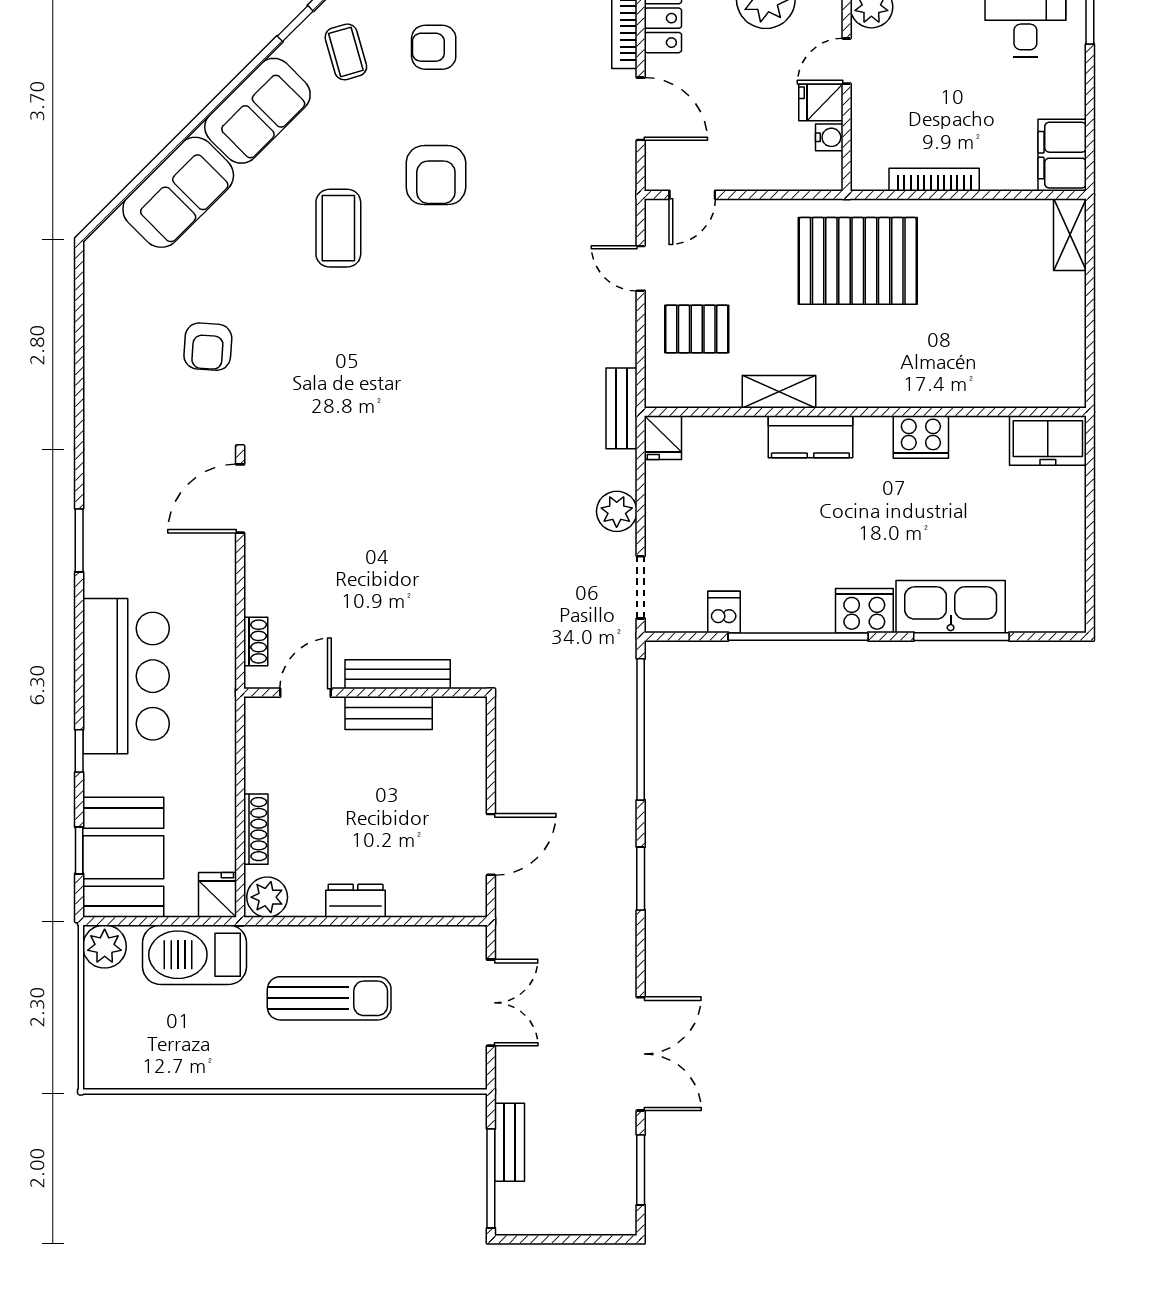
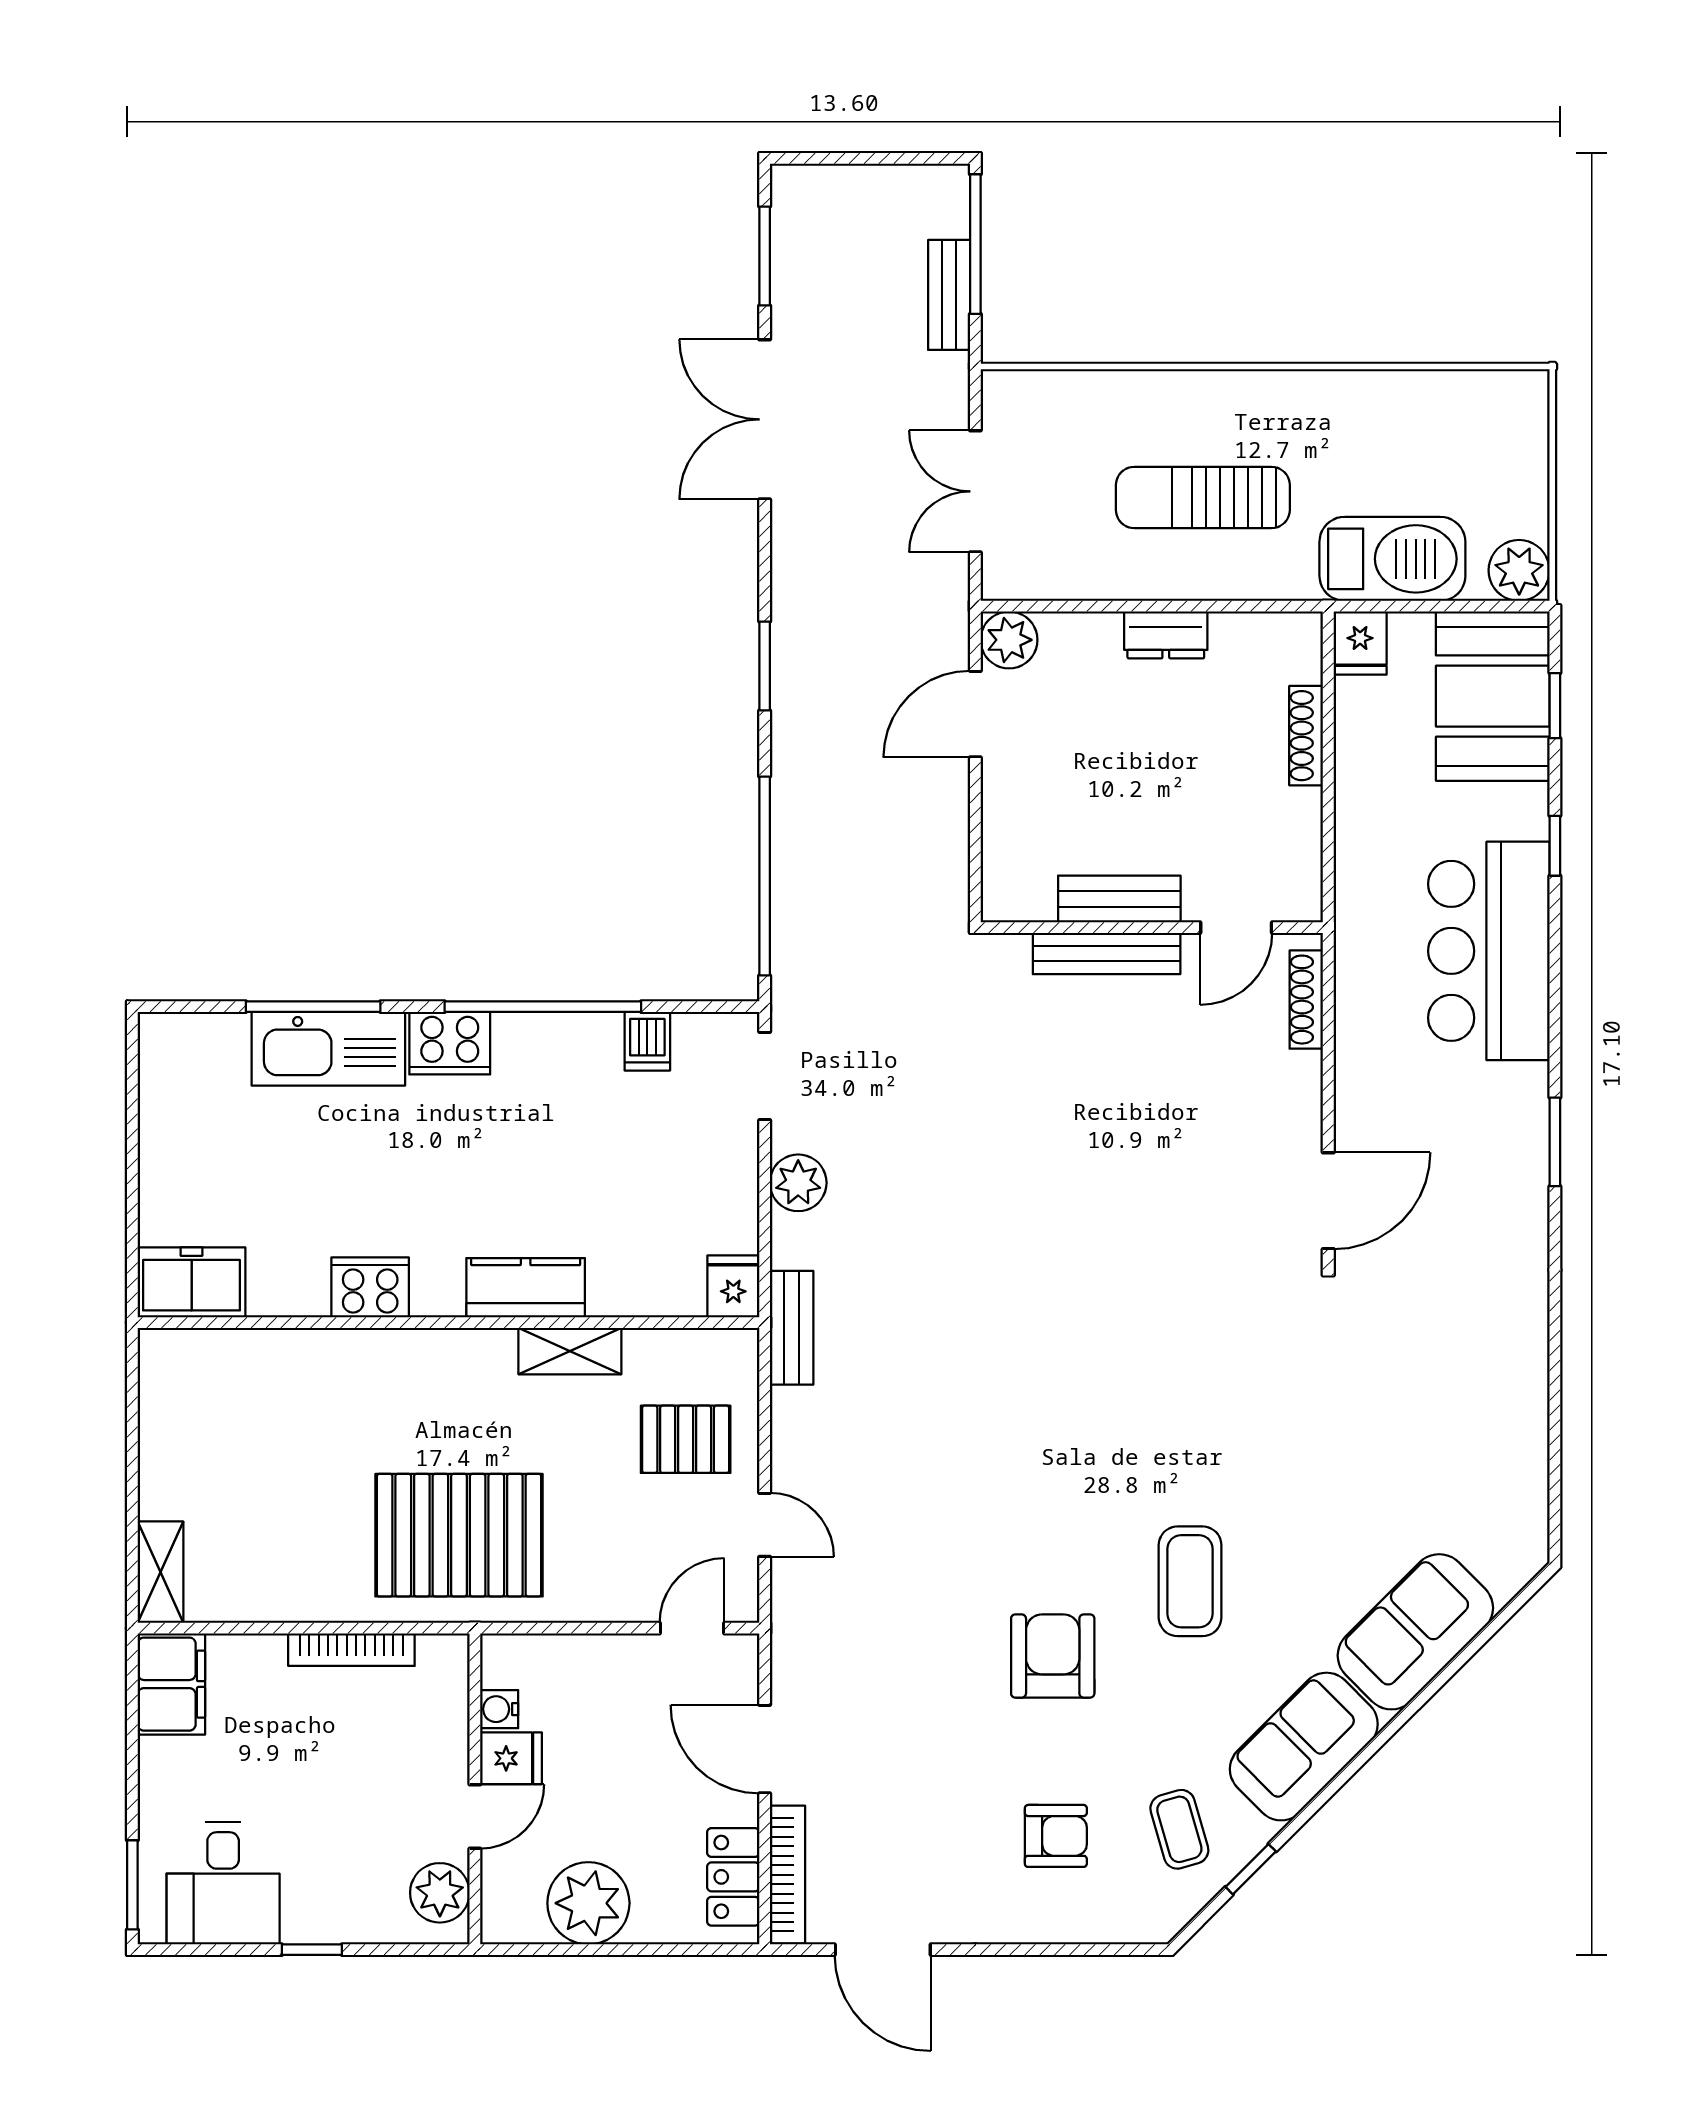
armchair: (208, 347) -> (1374, 1415), removed
shoe rack: (256, 642) -> (1306, 1000), width x1.43
plant: (267, 897) -> (1009, 640), moved

